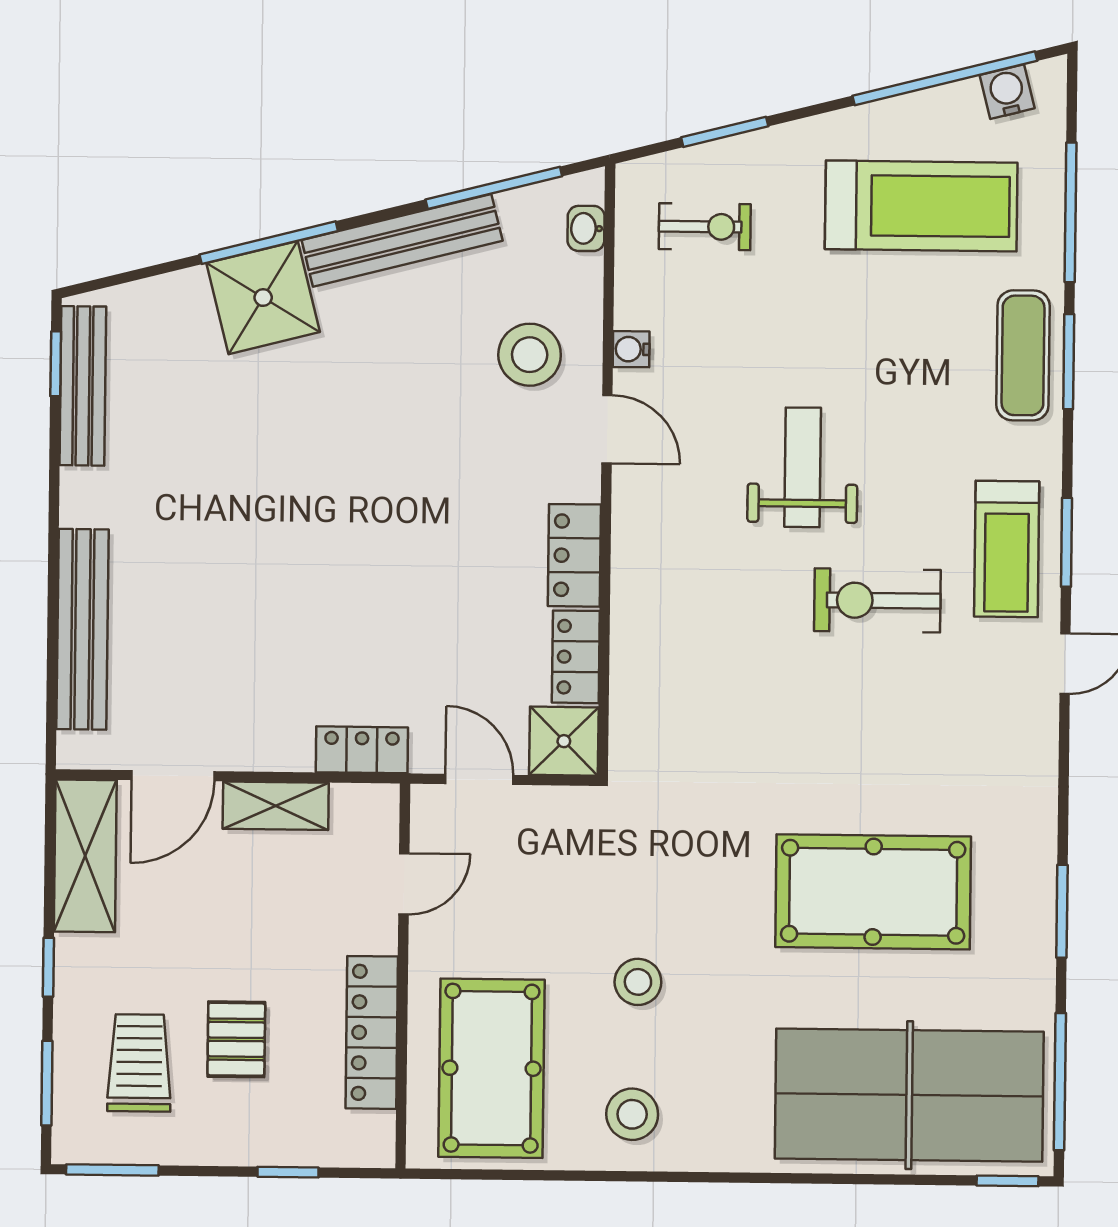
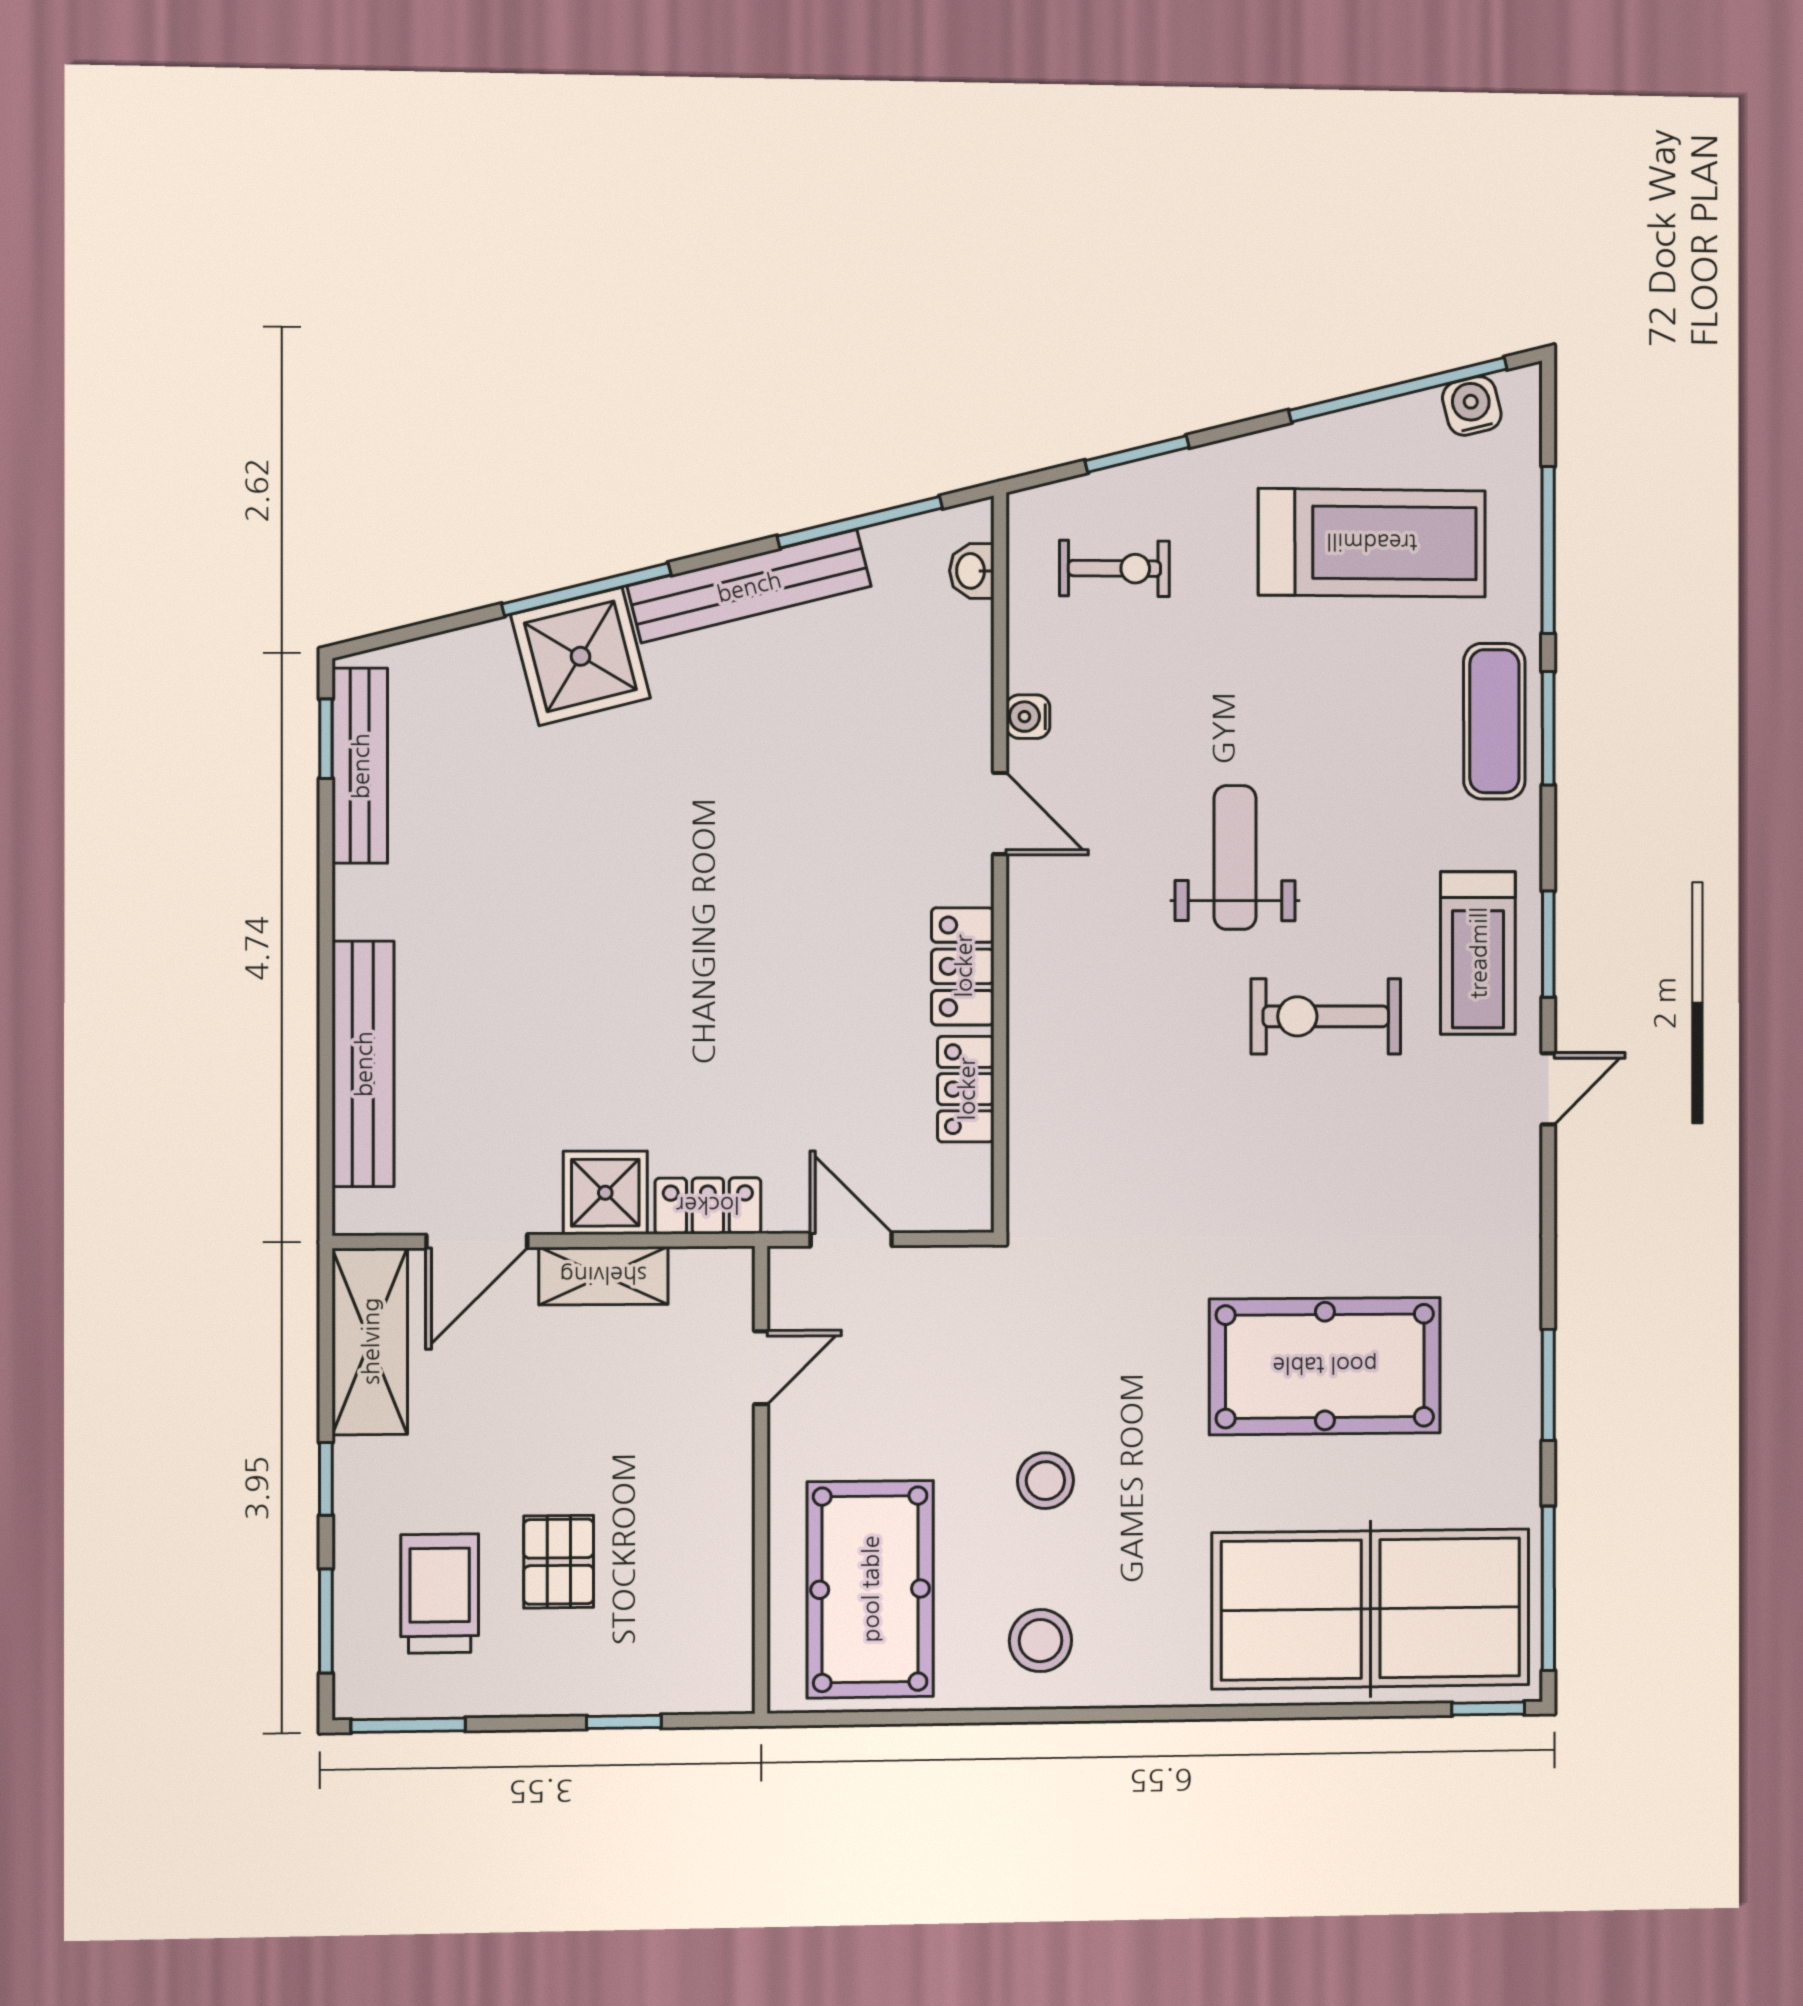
stool: (530, 355) -> (906, 724), removed
shower: (564, 741) -> (605, 1193), moved
locker: (372, 1032) -> (724, 1549), removed

